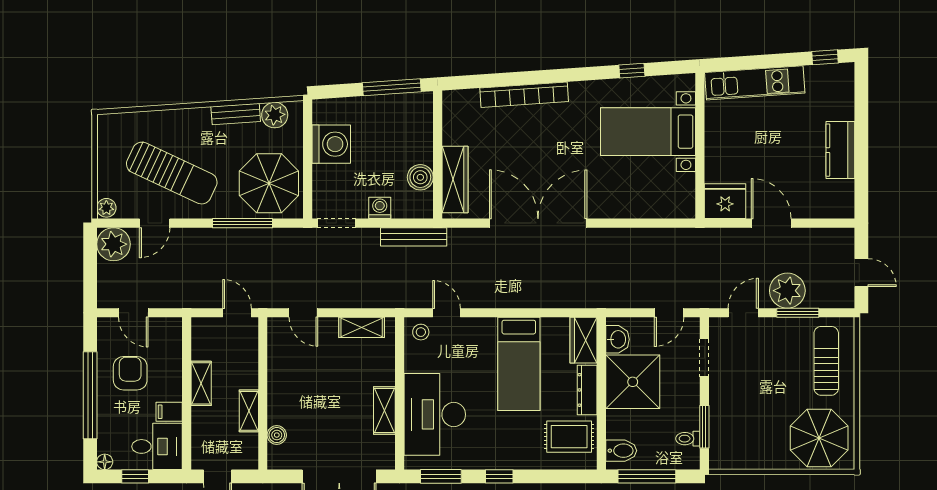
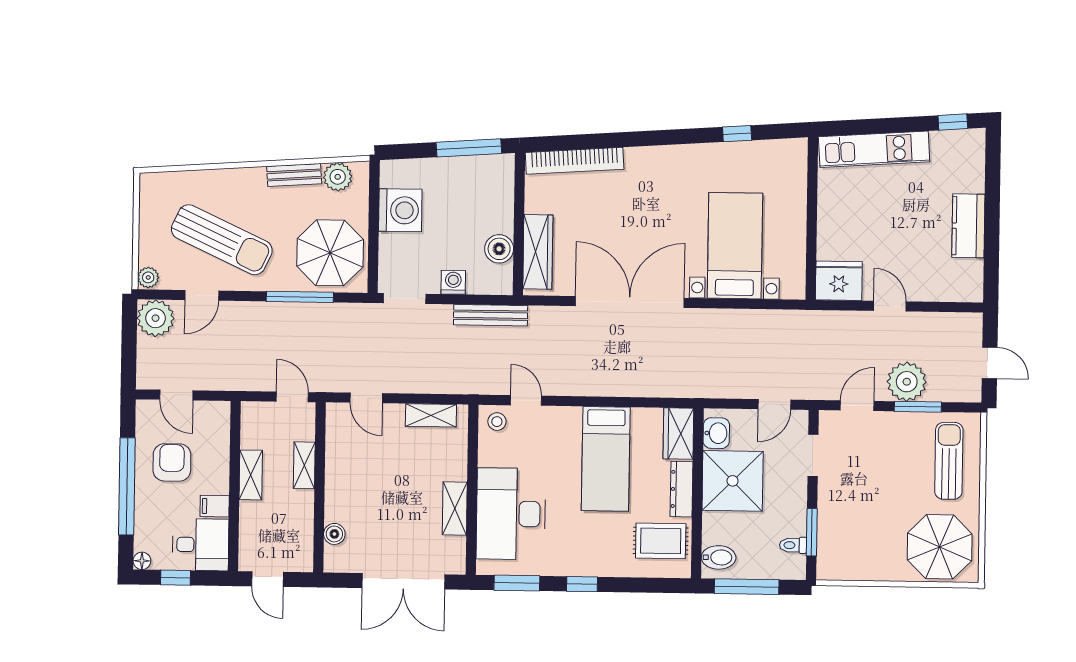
bookcase: (524, 95) -> (575, 161), moved
bed with nightstands: (648, 132) -> (735, 246), moved, turned 90
door: (771, 223) -> (890, 306), width x0.73
shelving: (249, 411) -> (304, 465), moved

